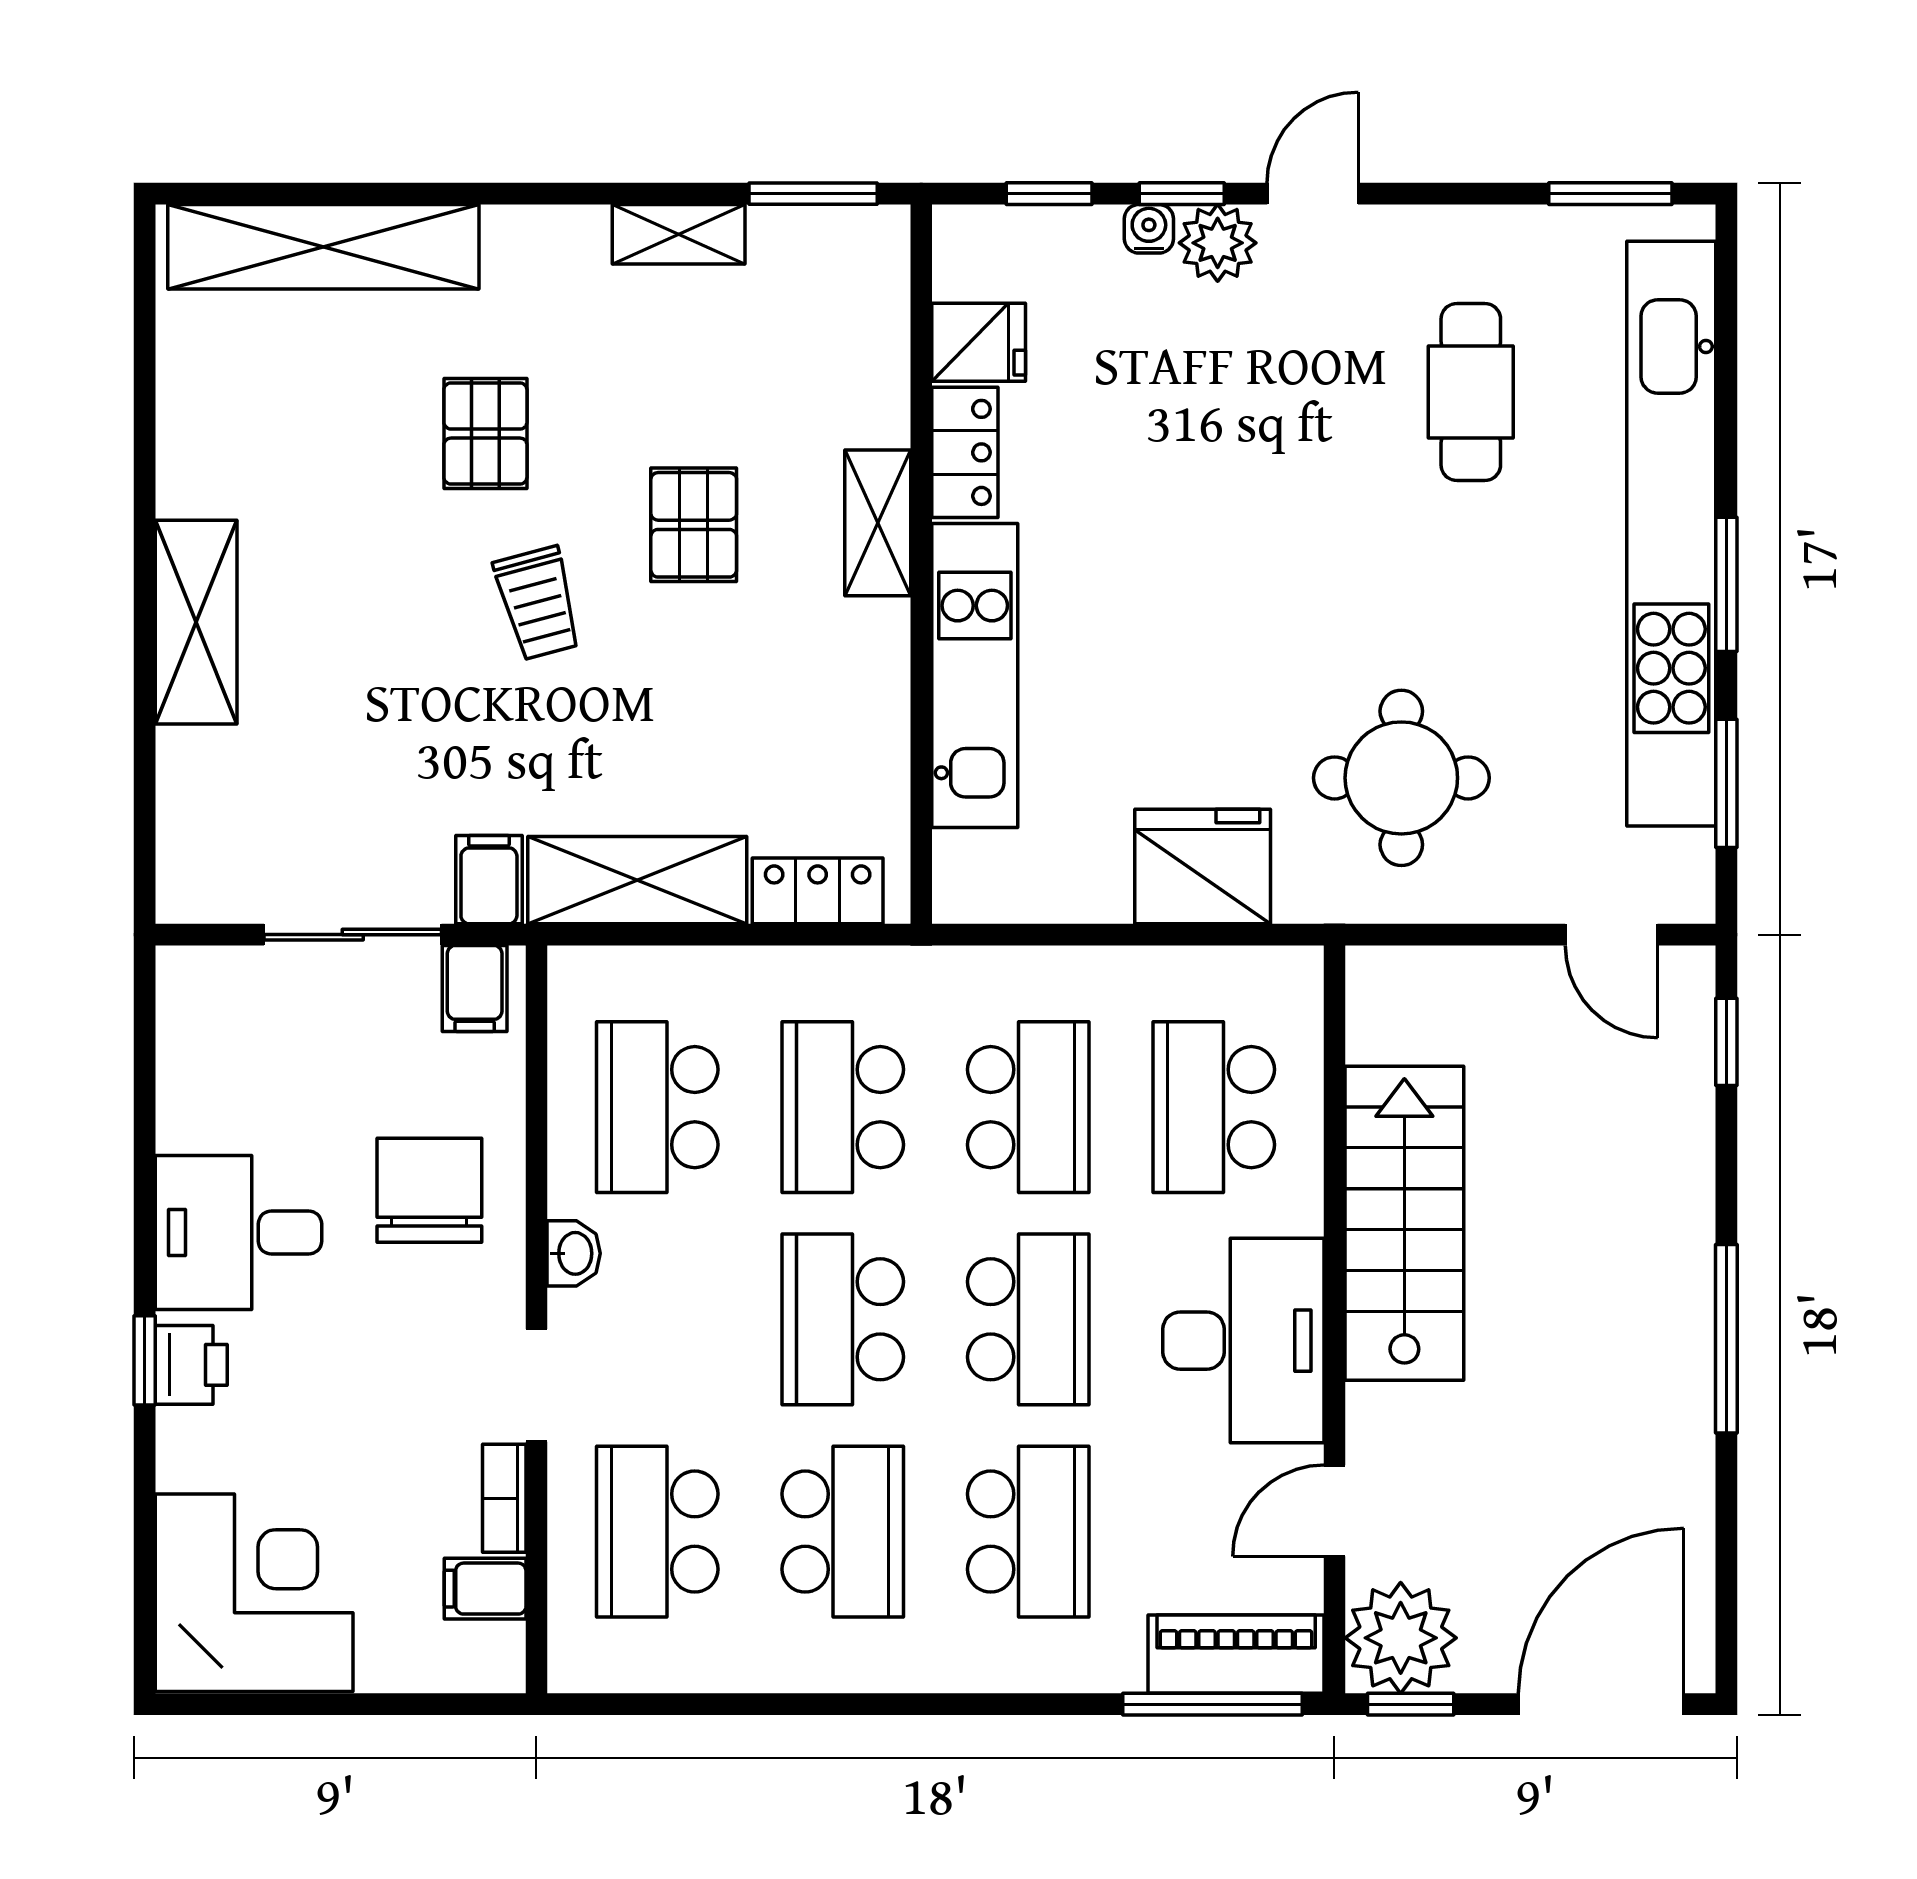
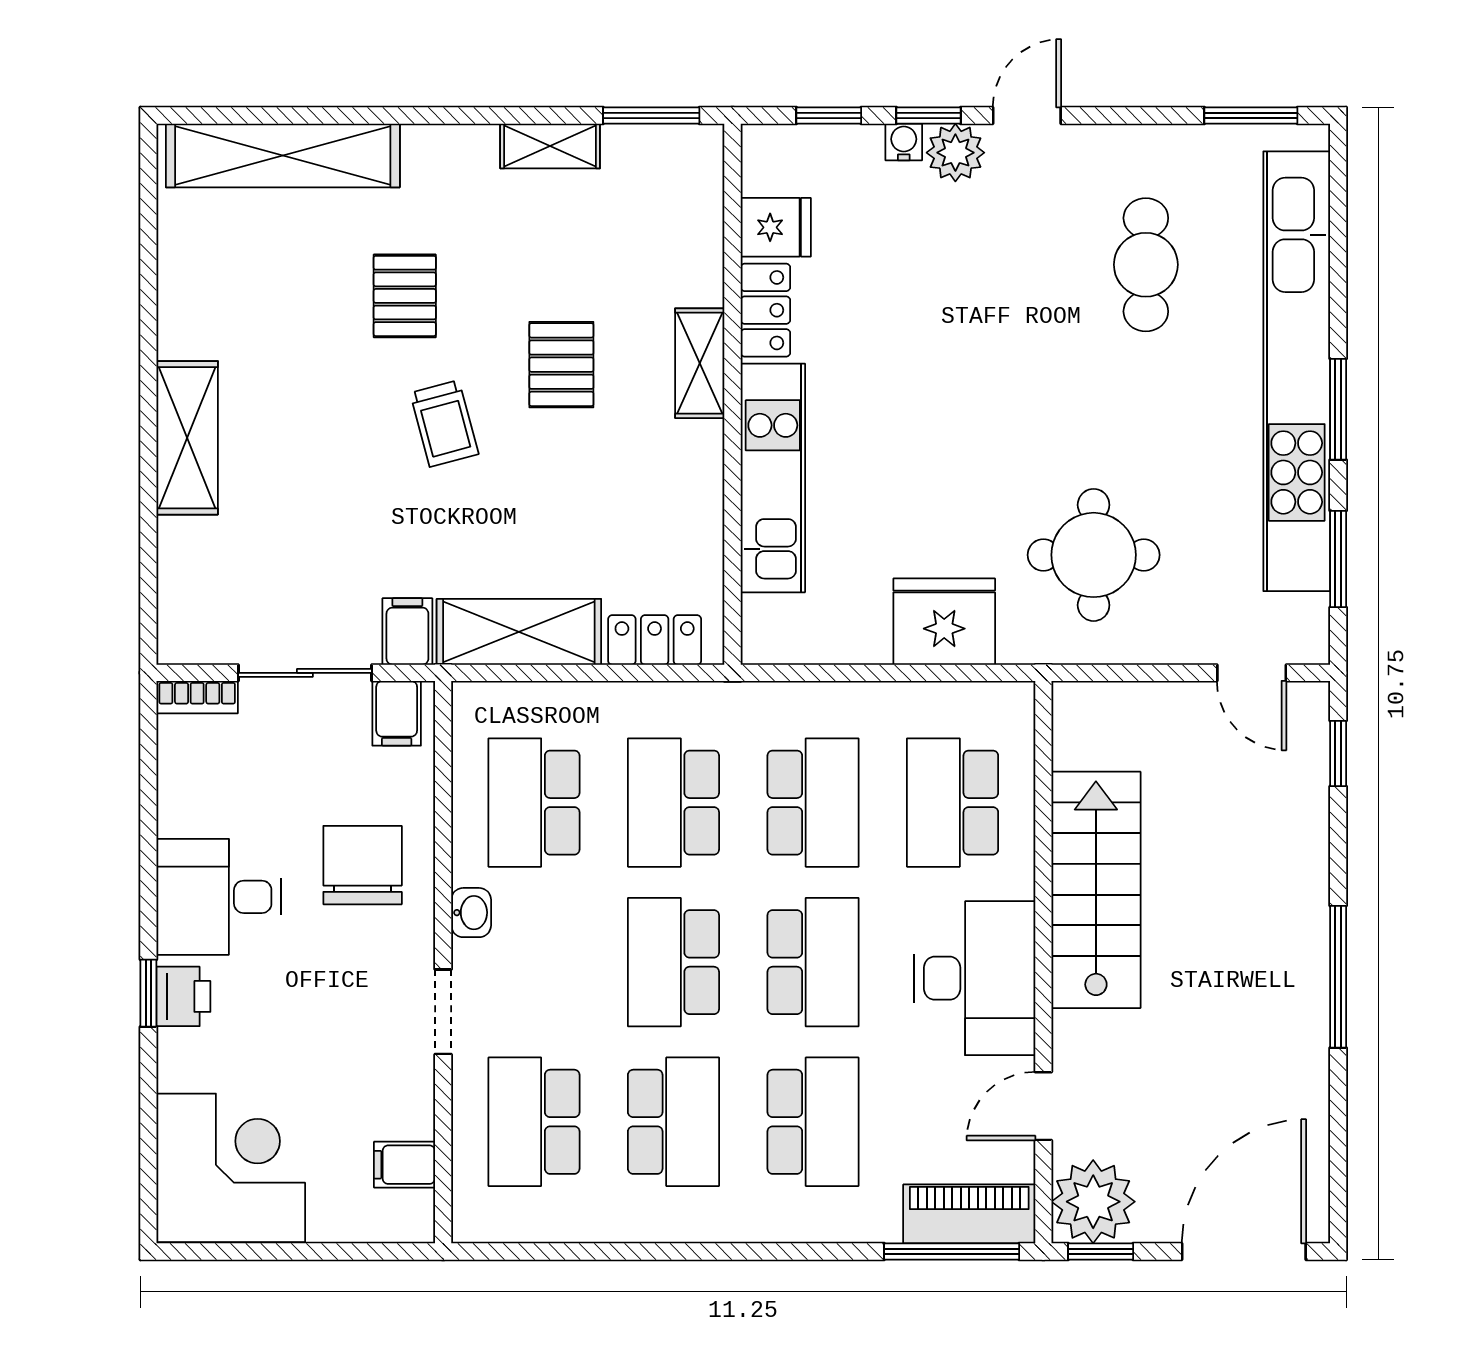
bookcase: (504, 1498) -> (197, 697), moved, turned -90

